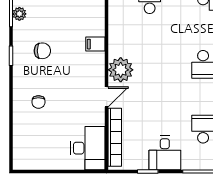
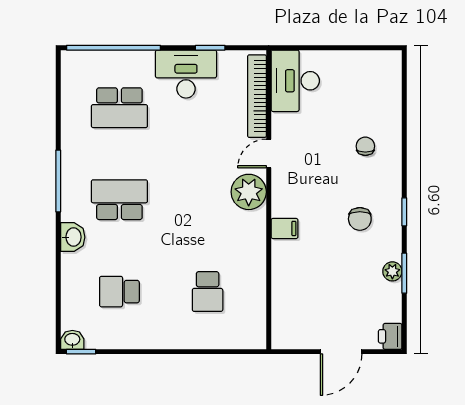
chair: (42, 51) -> (360, 219), turned -90
desk: (165, 153) -> (186, 74), width x1.37

